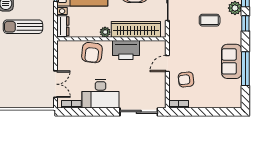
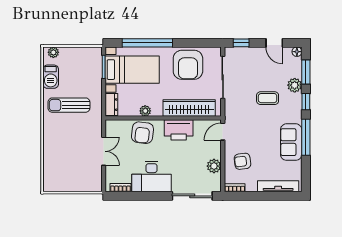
plant: (105, 32) -> (145, 111), moved
door: (167, 64) -> (223, 132), moved
window: (245, 69) -> (306, 137), moved
double door: (55, 84) -> (104, 151), moved
plant: (159, 84) -> (214, 166), added
tv unit: (219, 103) -> (278, 186), added

